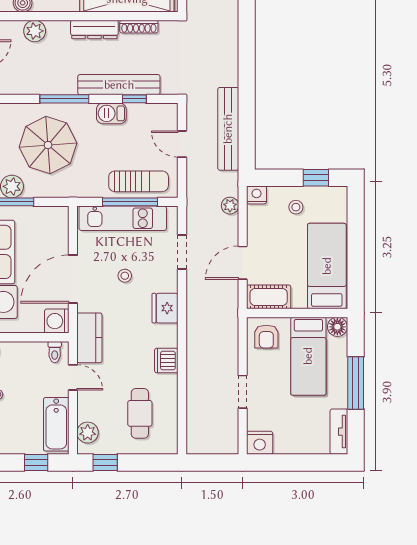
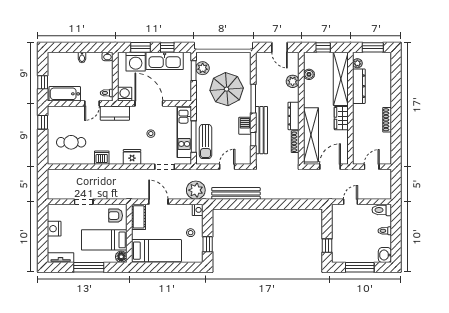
plant: (230, 206) -> (196, 190), width x1.88, depth x1.88
plant: (88, 433) -> (60, 112), removed
nightstand: (260, 443) -> (54, 229), moved

